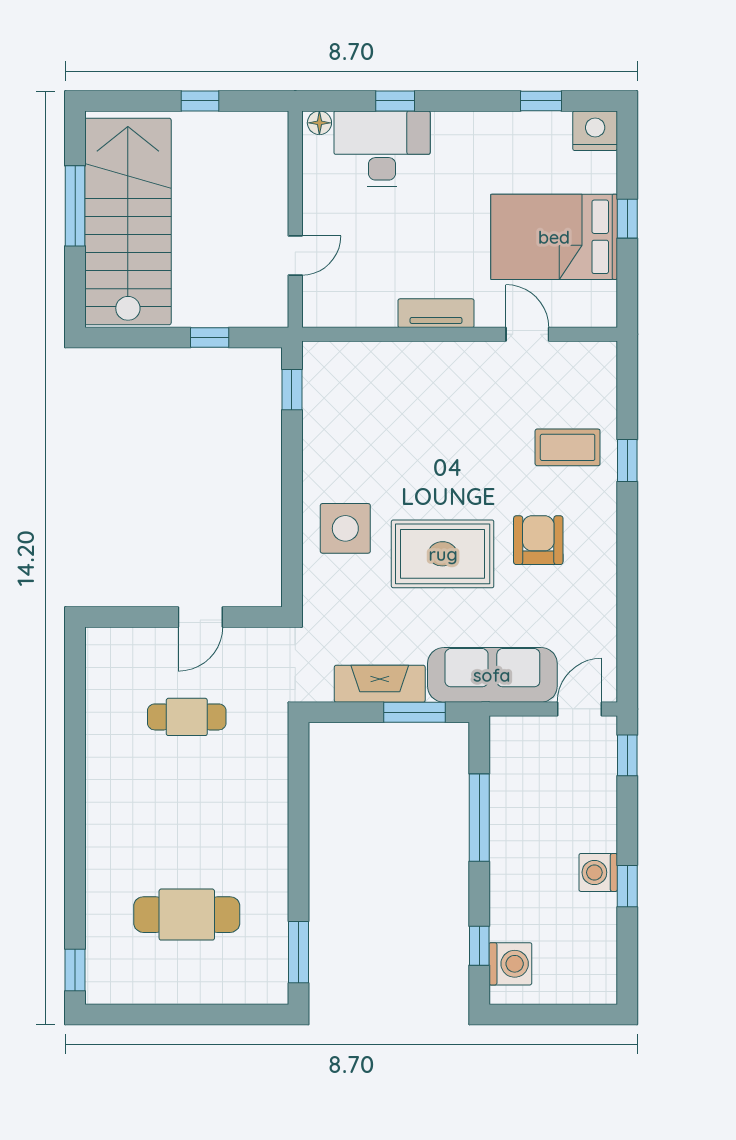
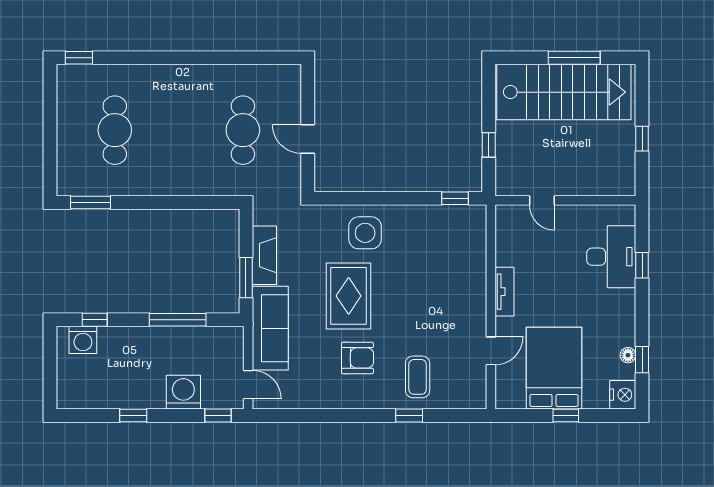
floor lamp: (319, 123) -> (628, 355), moved
cafe table: (187, 717) -> (243, 130), width x1.37, depth x1.35
washing machine: (598, 872) -> (183, 392), moved, width x1.37, depth x1.37

